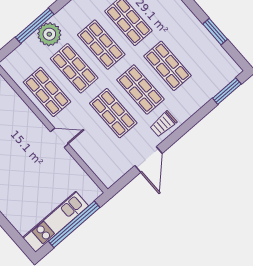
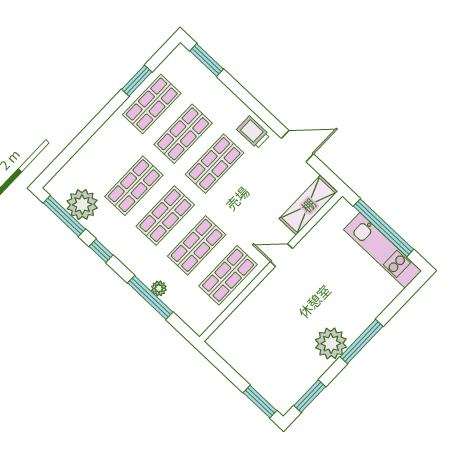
plant: (49, 34) -> (159, 288), width x0.53, depth x0.53
shop shelf: (113, 113) -> (152, 104), moved
trolley: (163, 124) -> (253, 132), turned 180
door: (59, 138) -> (282, 255), hinge flipped
shelving: (99, 164) -> (308, 205), added

